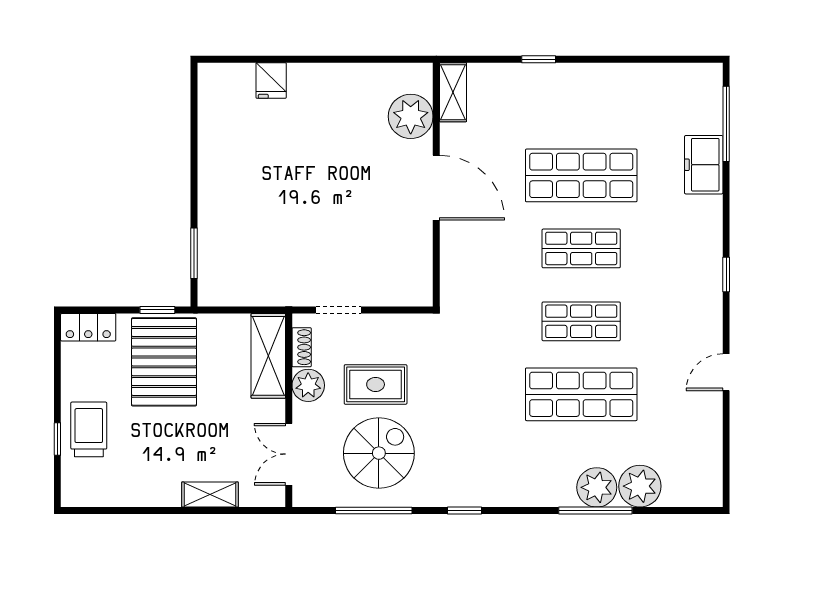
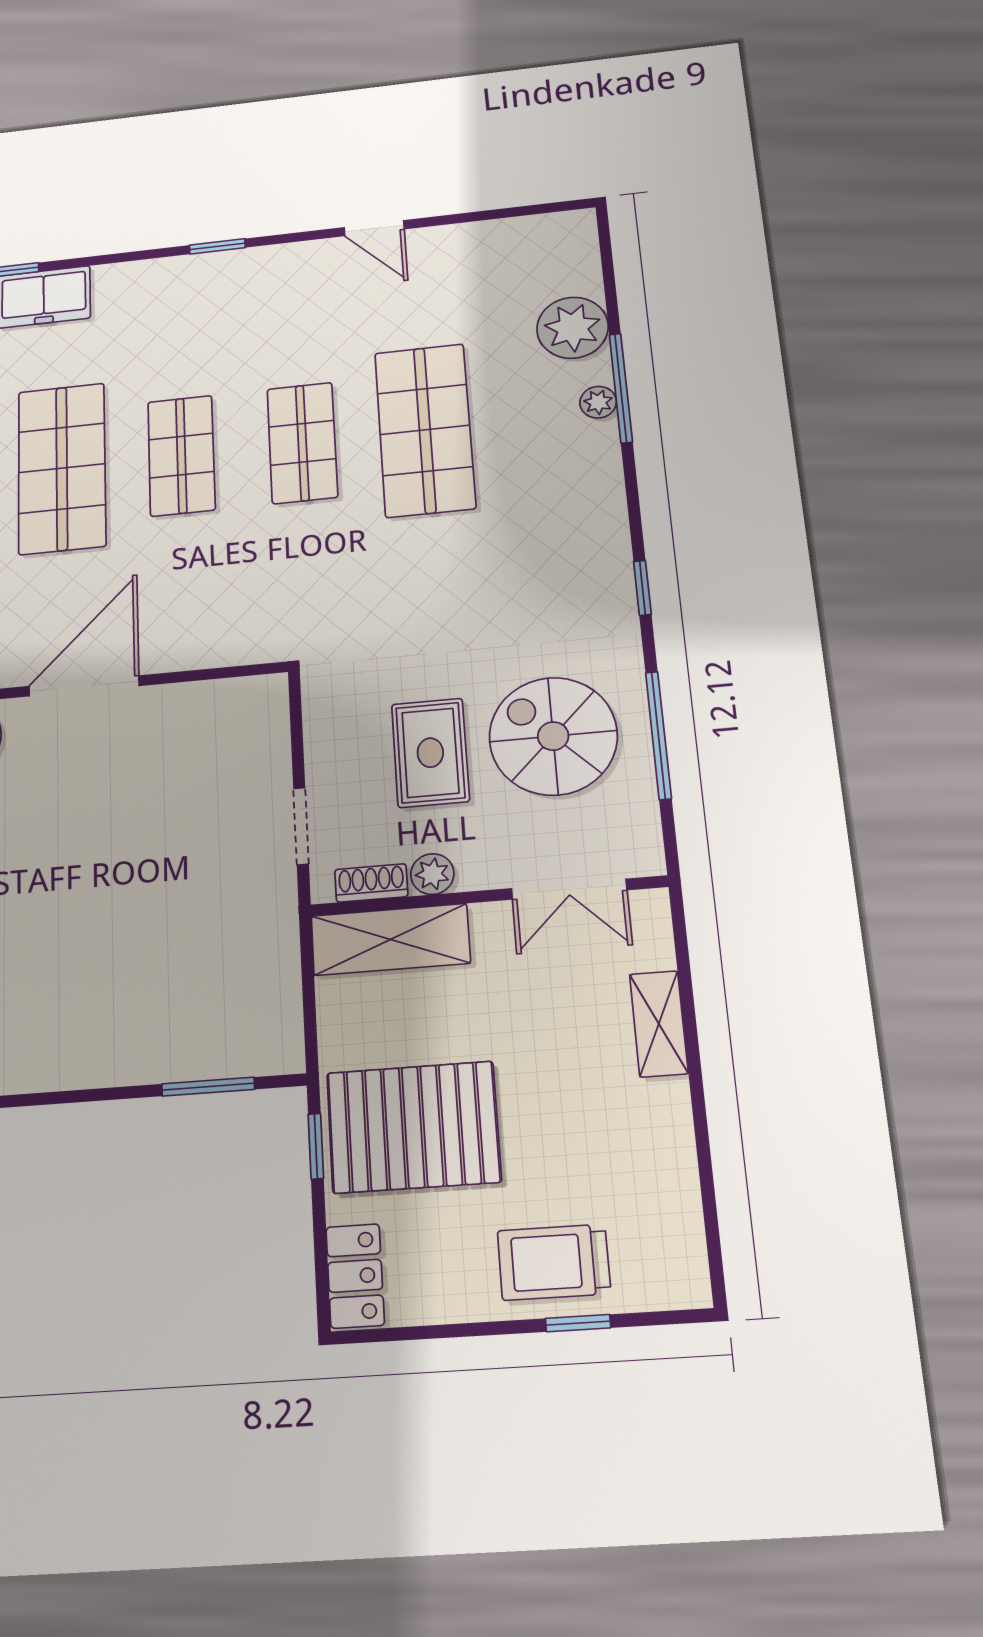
plant: (308, 385) -> (432, 874), width x0.73, depth x0.73
plant: (597, 487) -> (598, 402), width x0.53, depth x0.53

